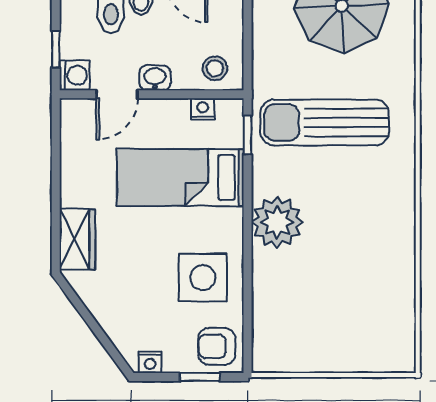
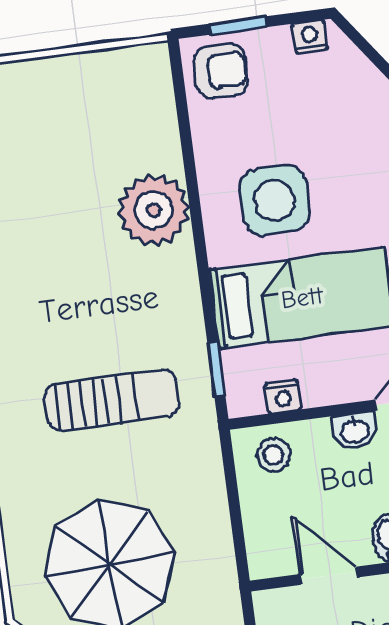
sun lounger: (325, 122) -> (112, 400), width x0.73, depth x0.75
plant: (277, 222) -> (154, 210), moved
side table: (203, 278) -> (275, 200), moved

